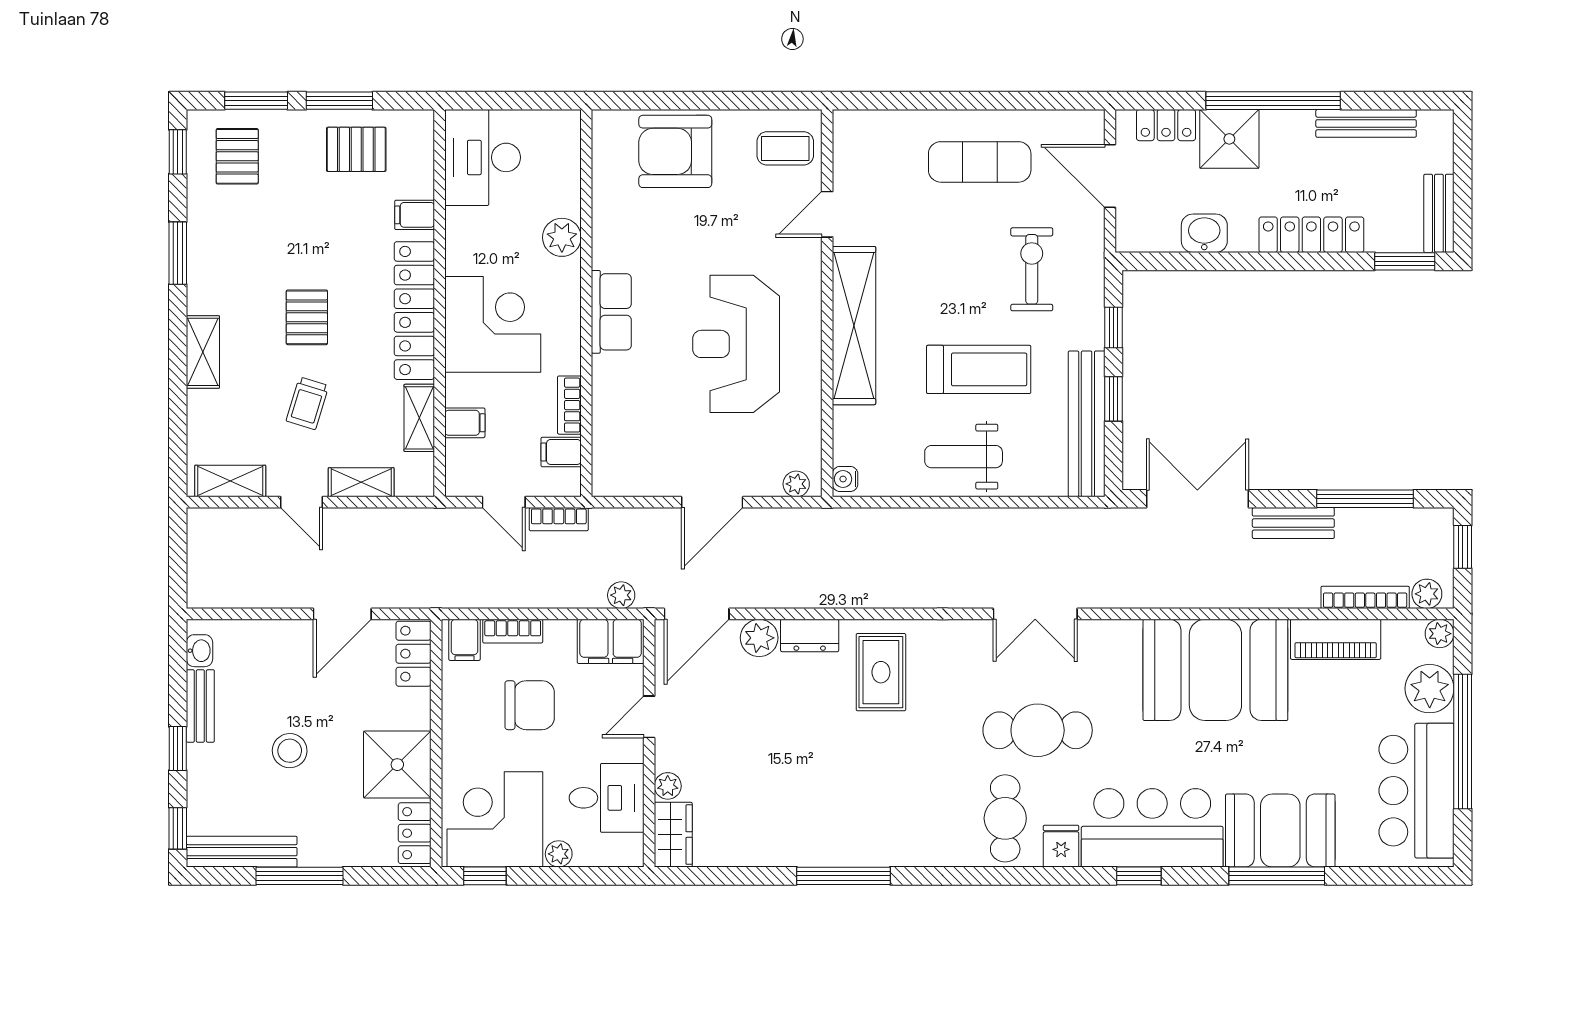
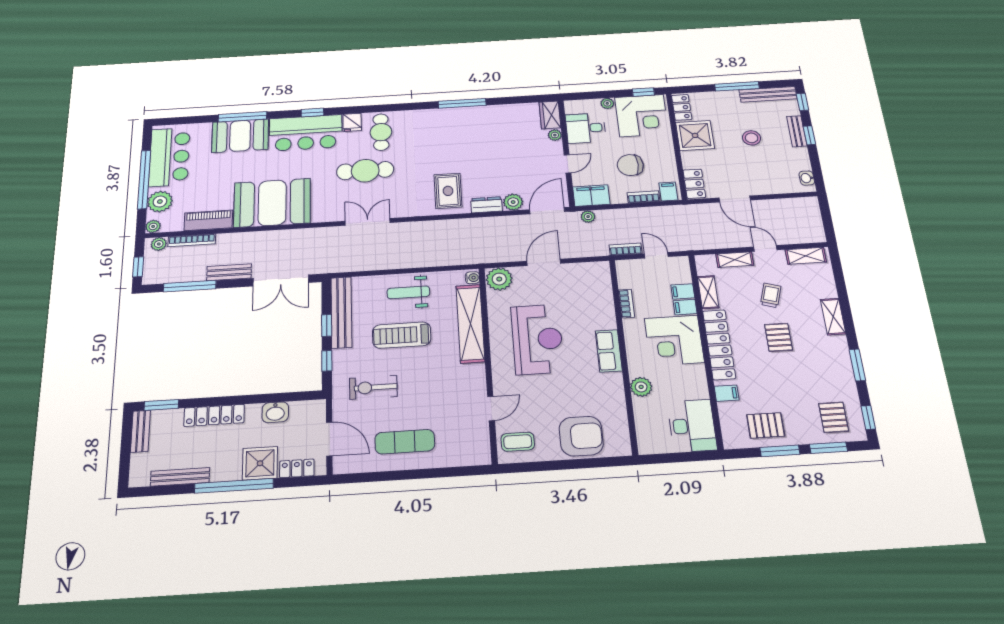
exercise bike: (1032, 269) -> (373, 387), turned 90
shelving: (854, 326) -> (470, 323), moved
filing cabinet: (561, 452) -> (685, 307), moved, turned 180
weight bench: (964, 457) -> (408, 292), turned 180
plant: (796, 484) -> (499, 279), width x1.88, depth x1.88
door: (342, 614) -> (735, 199), swing flipped
bench: (200, 706) -> (797, 131), moved

